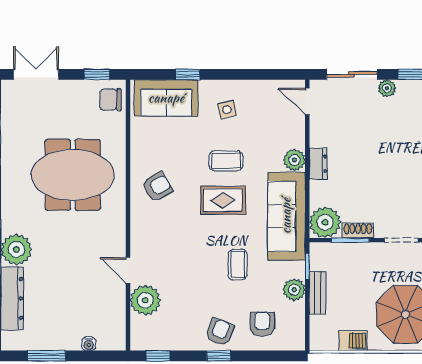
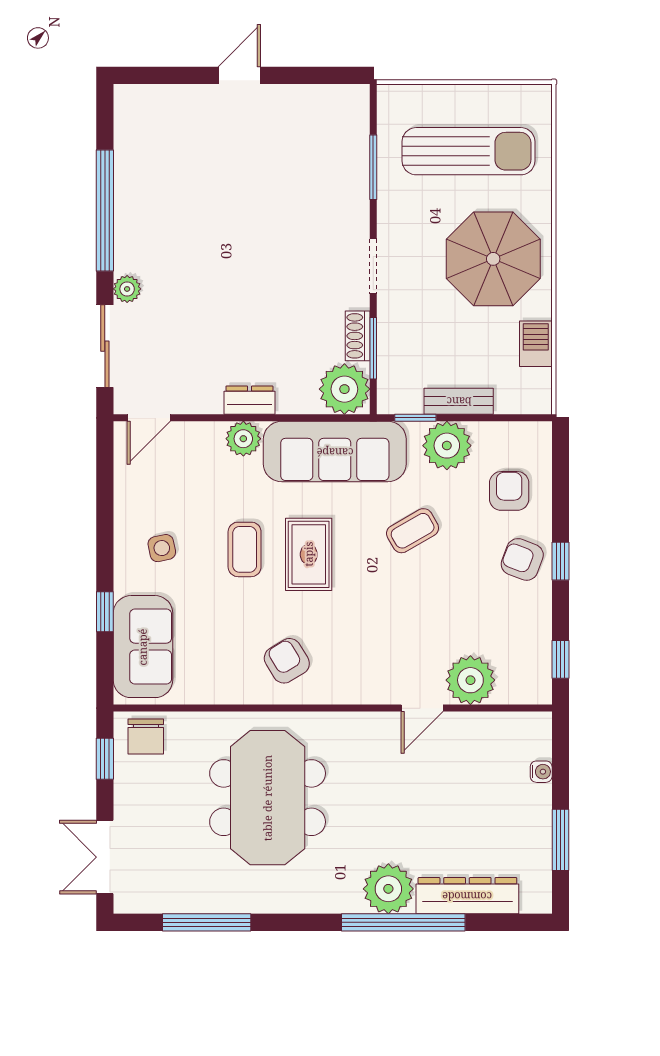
coffee table: (238, 264) -> (413, 531), turned -30
plant: (294, 290) -> (447, 446), width x1.36, depth x1.36
armchair: (262, 324) -> (509, 491), turned 90

